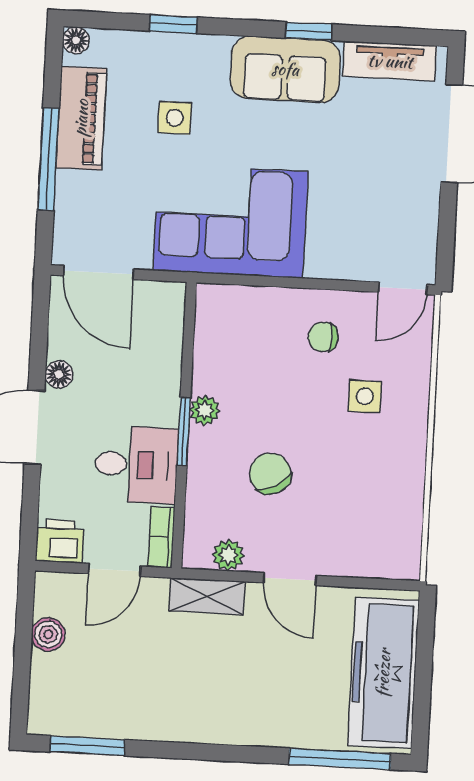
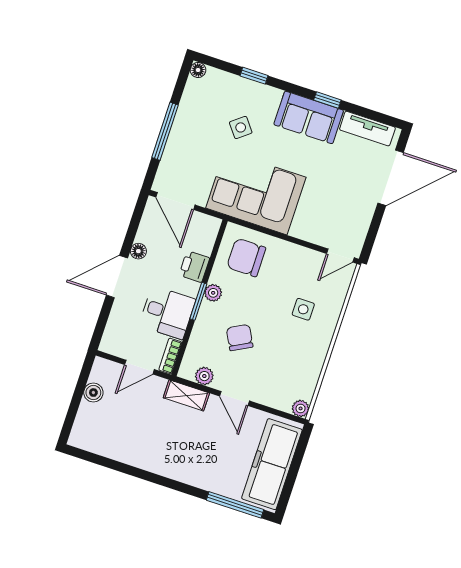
piano: (81, 118) -> (189, 114), removed
side table: (175, 118) -> (241, 127), turned -38
chair: (323, 337) -> (246, 257), moved, width x1.87, depth x1.87
printer: (60, 541) -> (194, 267), moved, turned -90
plant: (406, 566) -> (301, 408), added
window: (87, 746) -> (98, 460), removed

